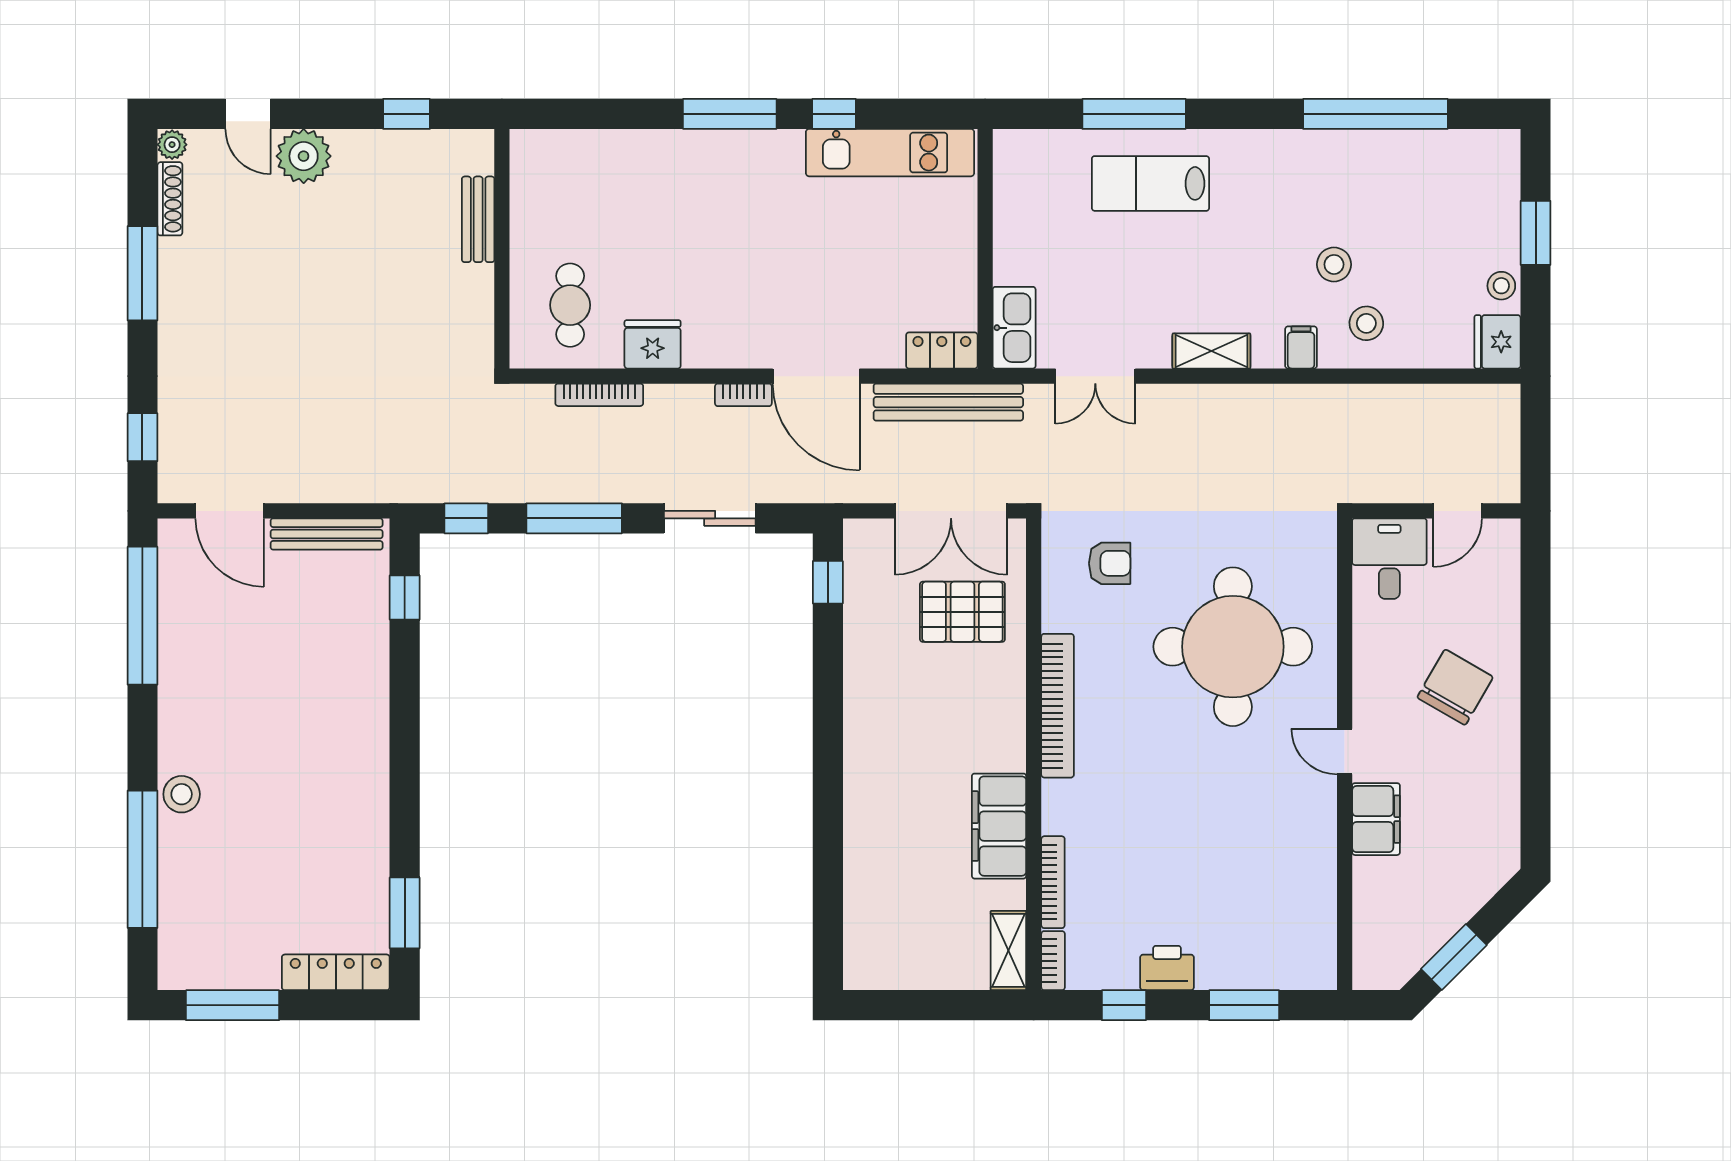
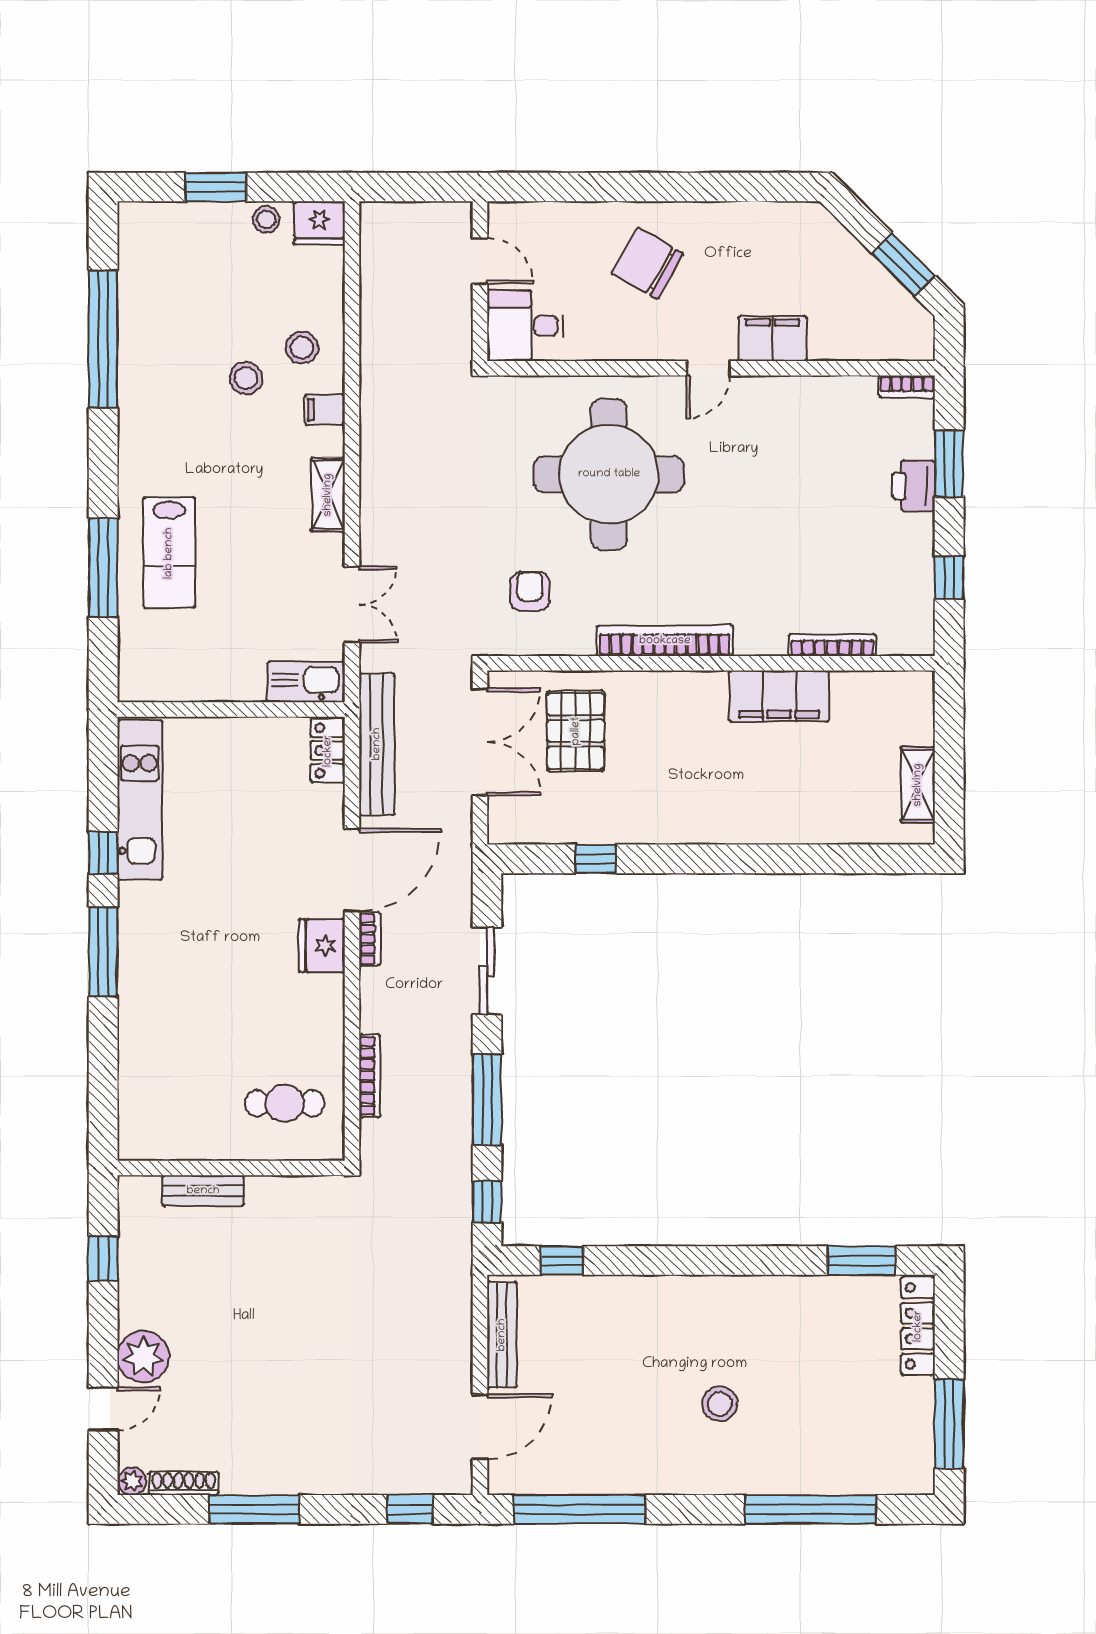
fridge: (653, 344) -> (322, 946), moved
window: (828, 582) -> (596, 859), moved
stool: (182, 794) -> (720, 1404), moved
shelving: (1008, 950) -> (918, 785), moved, turned 90
bookcase: (1053, 961) -> (907, 387), moved, turned 180
printer: (1167, 968) -> (914, 486), moved

